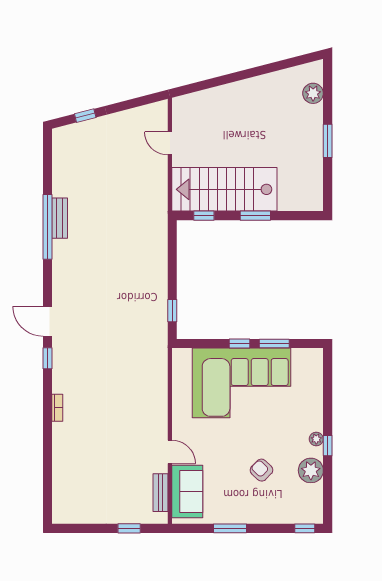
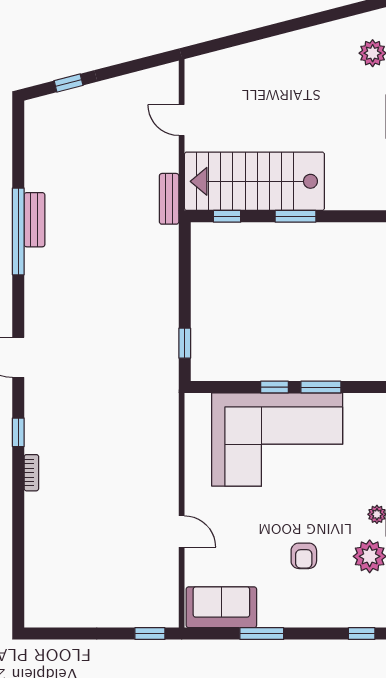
window: (47, 358) -> (18, 432), moved
armchair: (261, 470) -> (304, 556), turned -134
sofa: (187, 492) -> (221, 607), moved, turned -90
bench: (161, 493) -> (169, 199), moved
window: (129, 528) -> (150, 634), moved

